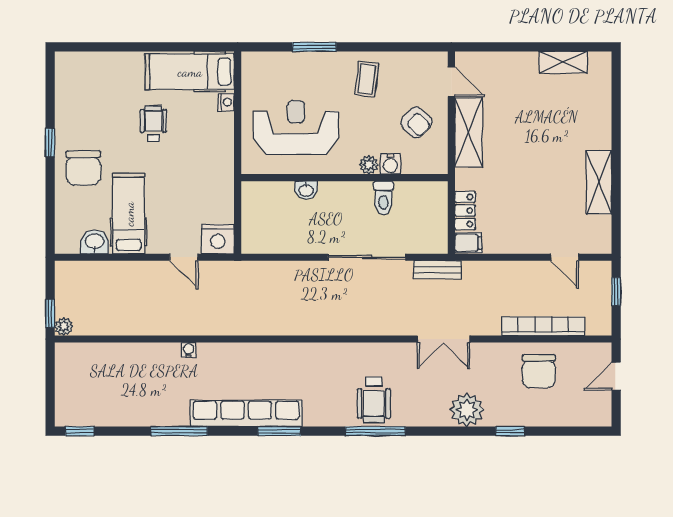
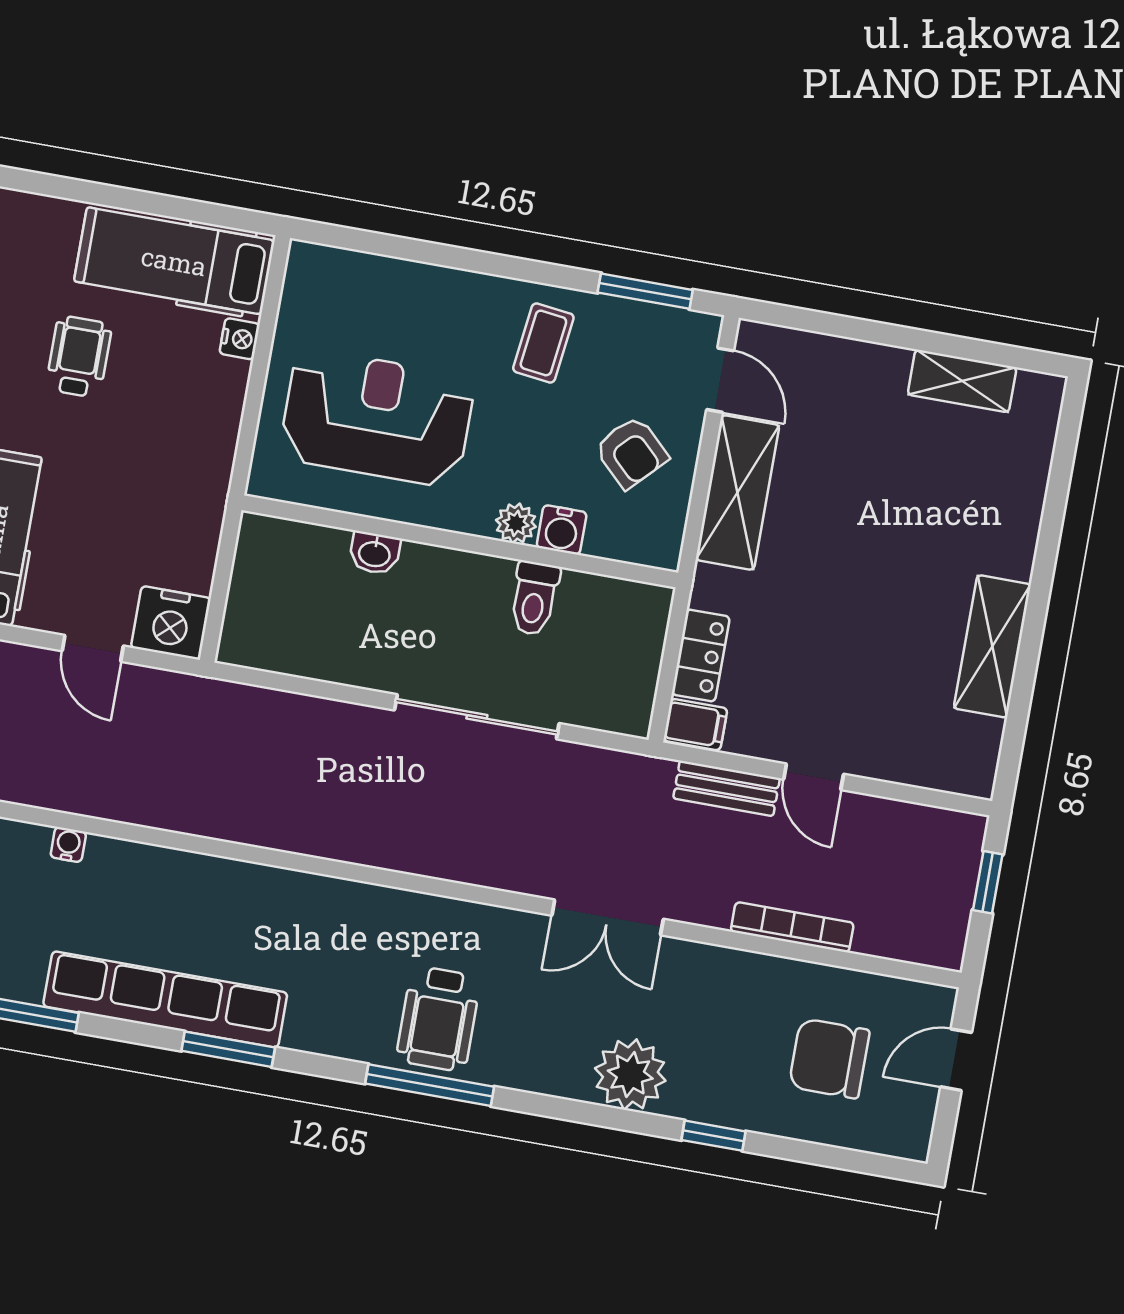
window: (314, 47) -> (645, 291), moved
door: (565, 257) -> (814, 777), moved
bench: (437, 270) -> (726, 788), moved
bookcase: (543, 326) -> (792, 927), width x0.68, depth x0.76
chair: (539, 371) -> (829, 1058), moved, turned 90

